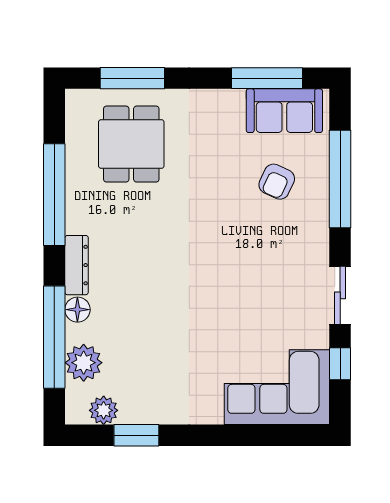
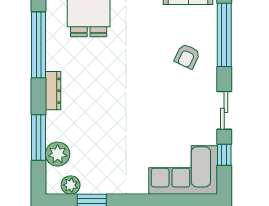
armchair: (277, 182) -> (187, 56), moved
floor lamp: (77, 310) -> (54, 120), removed
window: (54, 337) -> (39, 138), width x0.68

